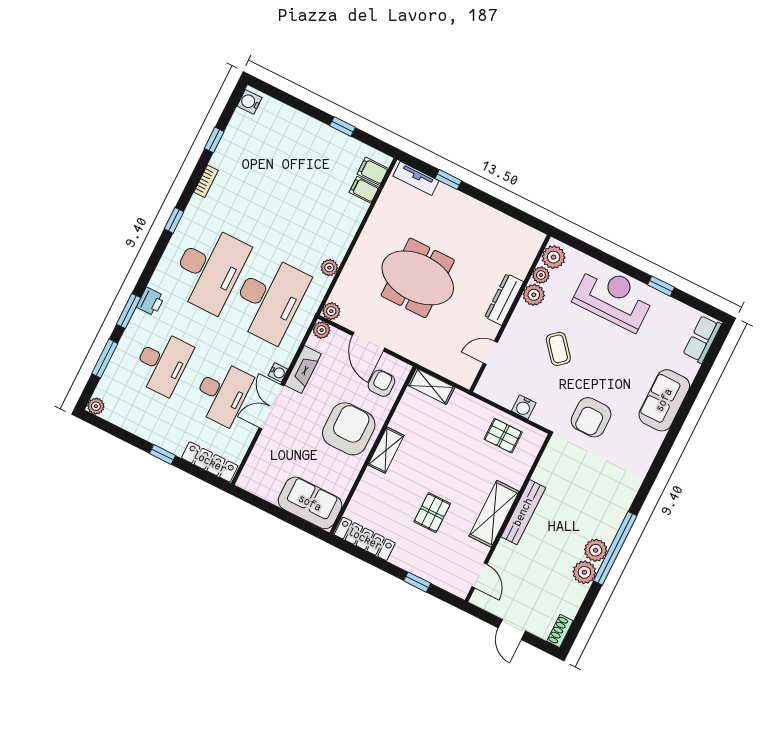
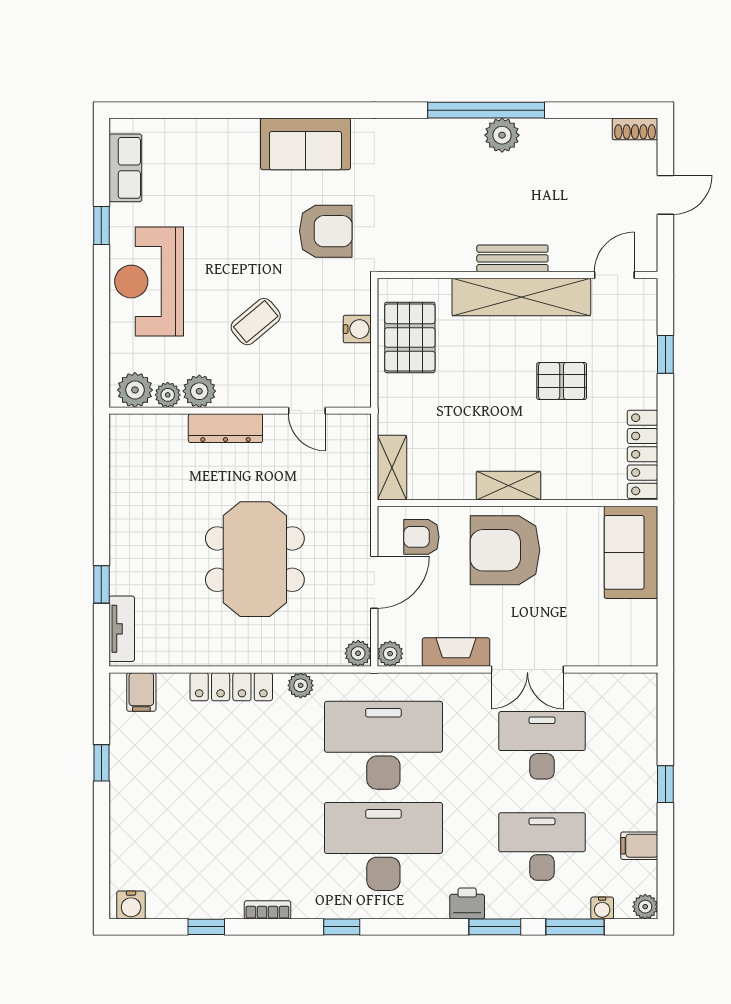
filing cabinet: (364, 190) -> (639, 846), moved, turned 90
row of seats: (702, 339) -> (125, 168), moved, turned -90
water cooler: (278, 372) -> (602, 908), moved, turned 180
sofa: (664, 400) -> (305, 144), moved
pallet: (503, 436) -> (410, 337), width x1.50, depth x1.42
locker: (210, 462) -> (231, 687), moved, turned -90
bench: (523, 512) -> (512, 258), width x0.73
shelving: (494, 514) -> (521, 297), width x1.47
plant: (584, 572) -> (539, 135), removed

